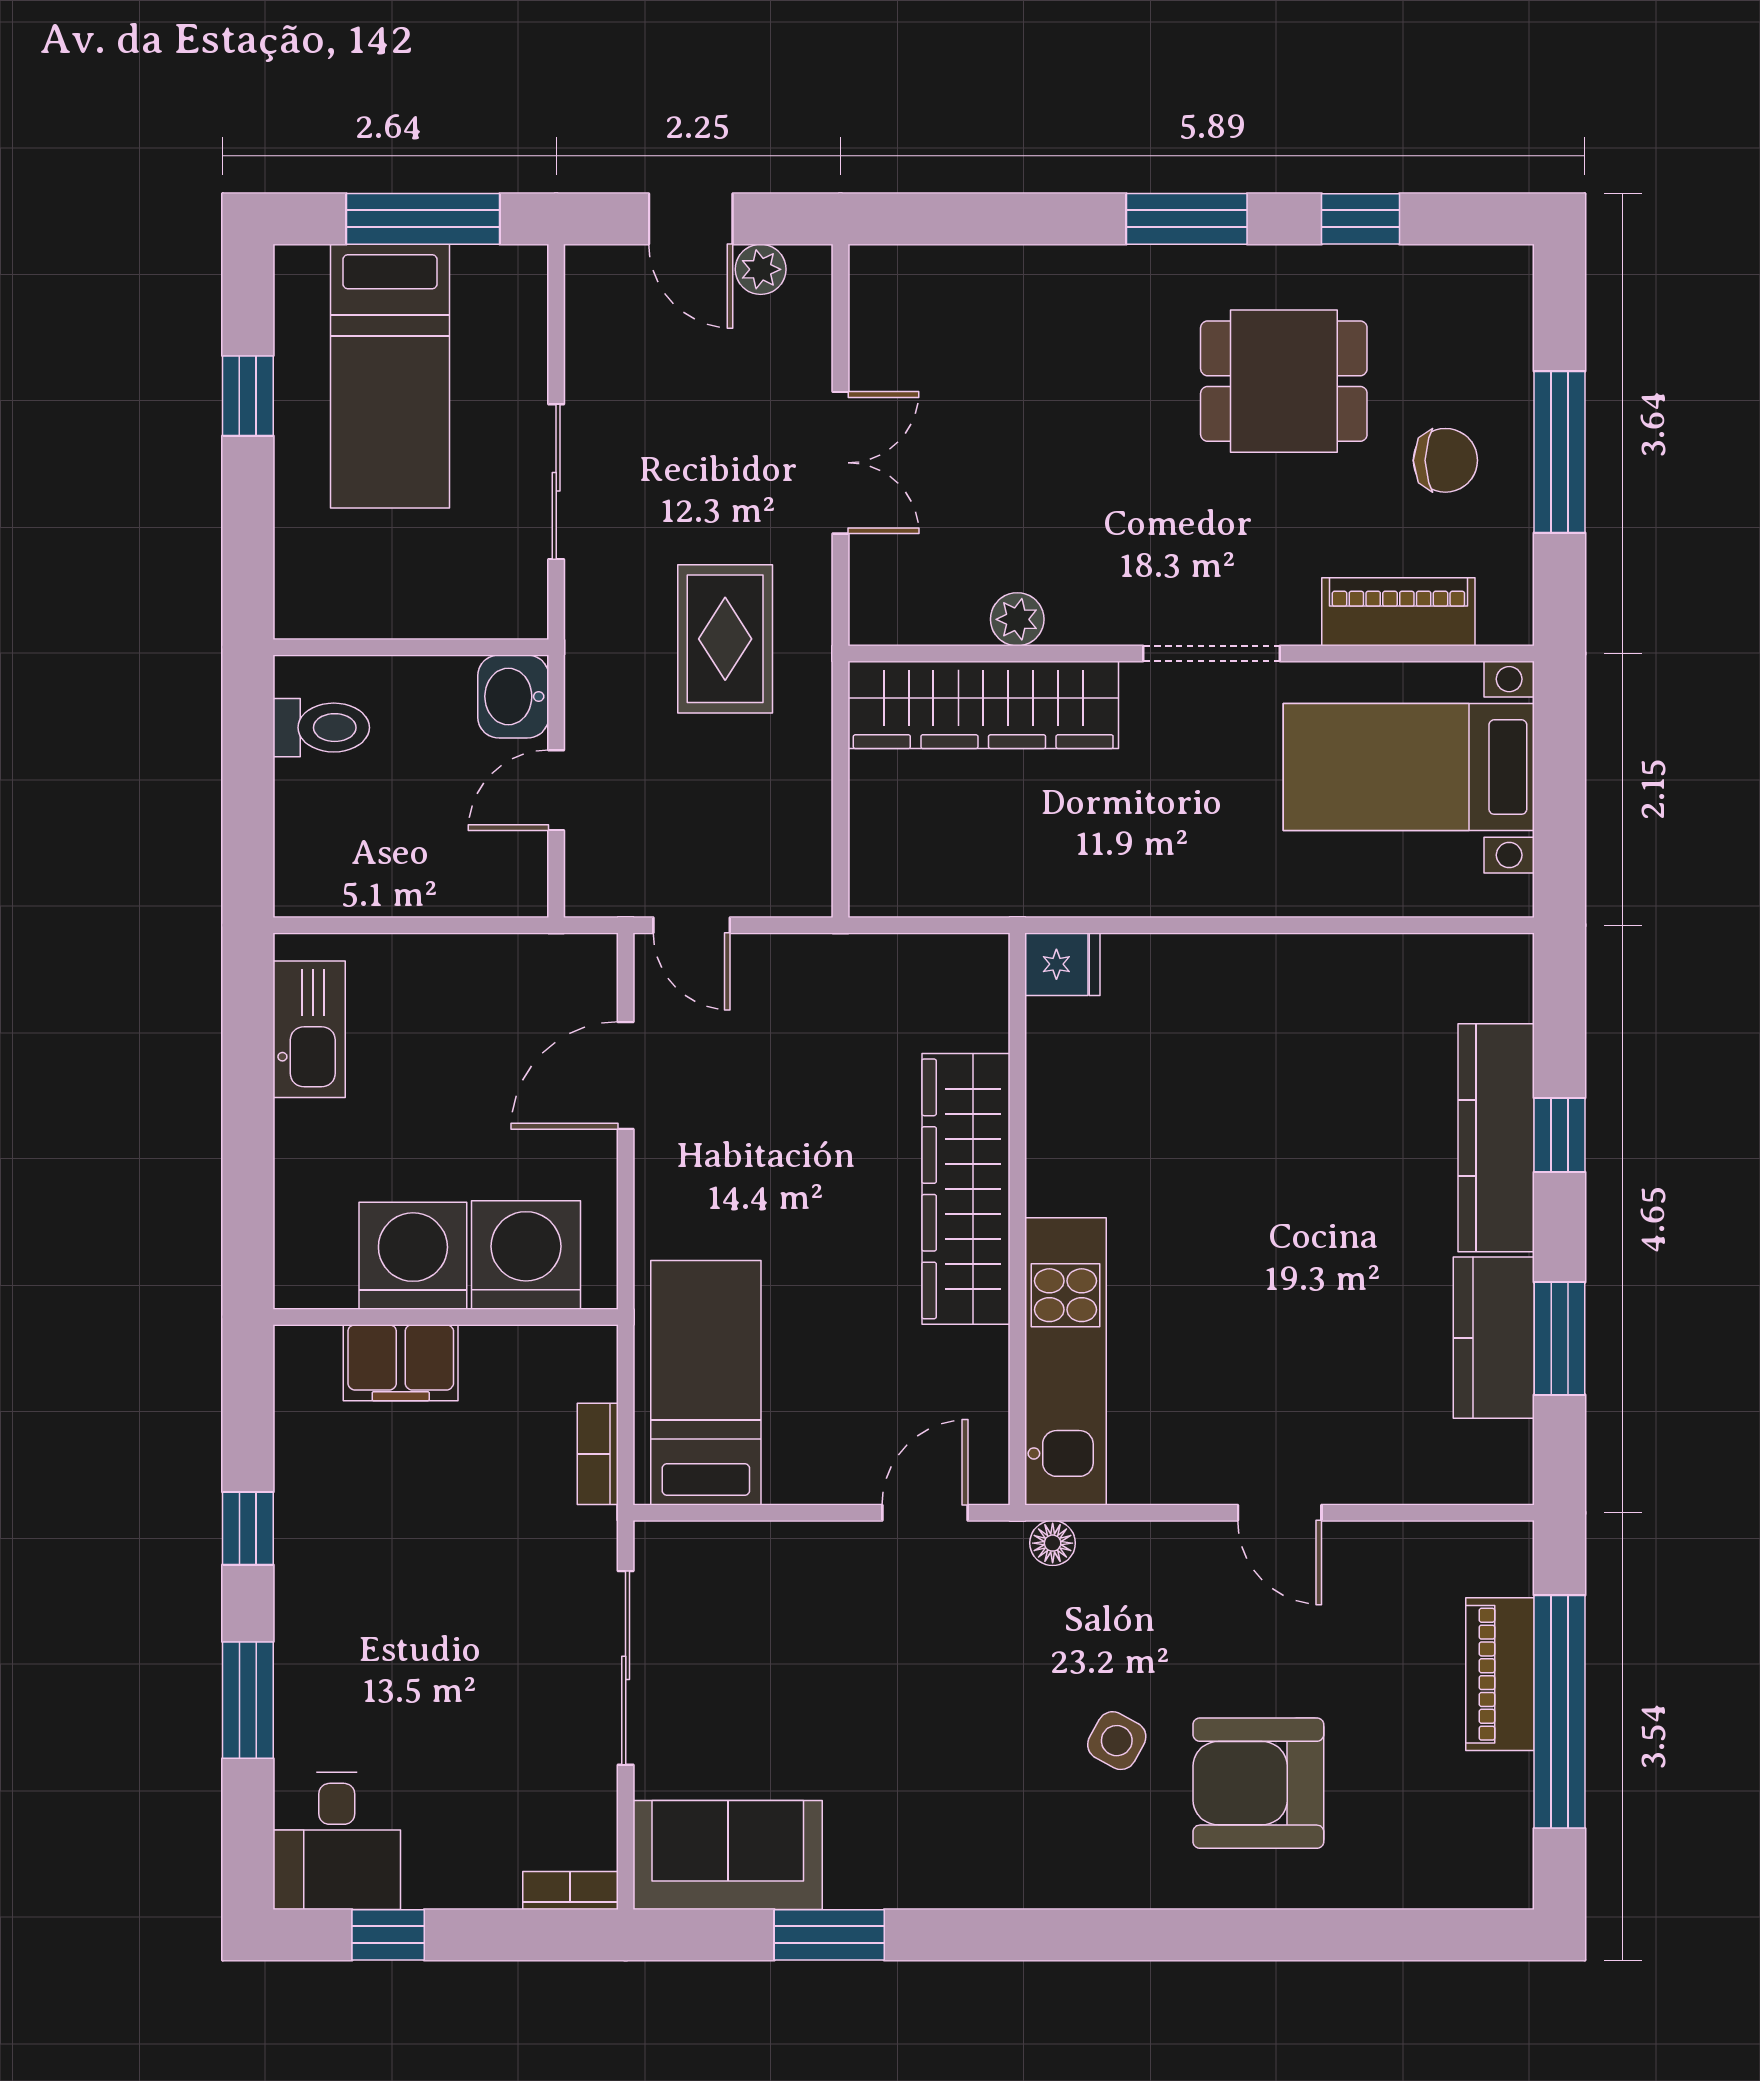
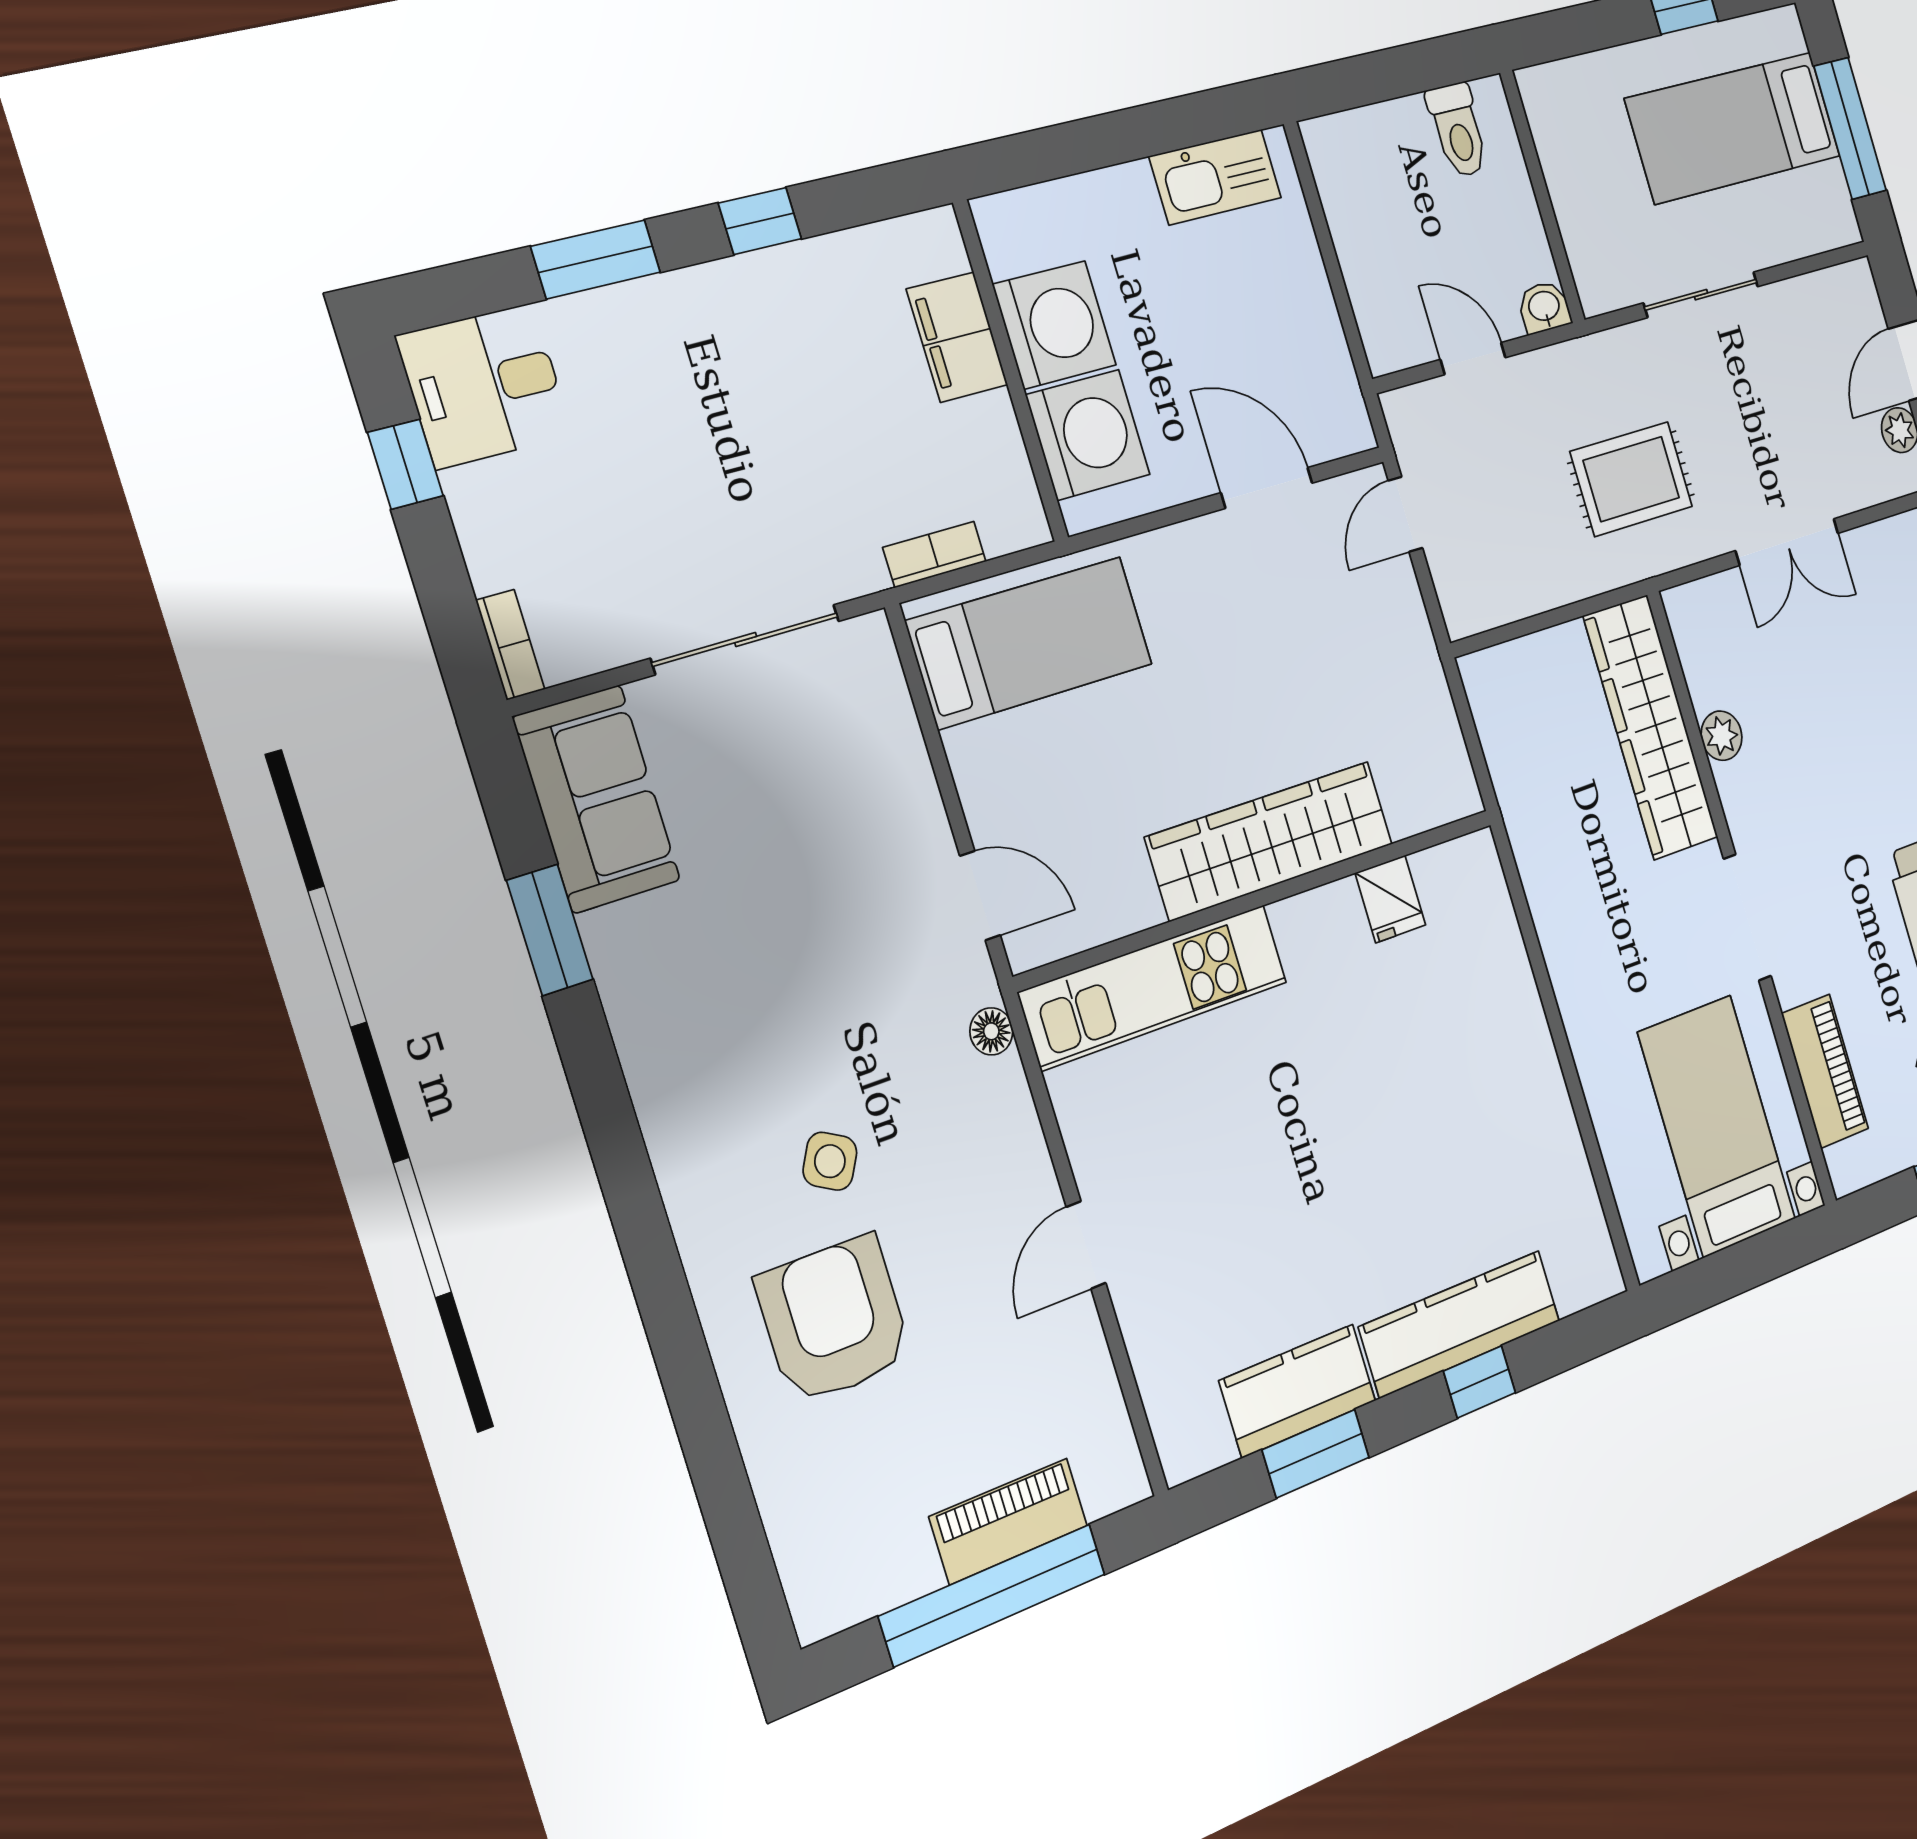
washbasin: (513, 696) -> (1544, 307), width x0.72, depth x0.69
fridge: (1062, 964) -> (1390, 899), moved

